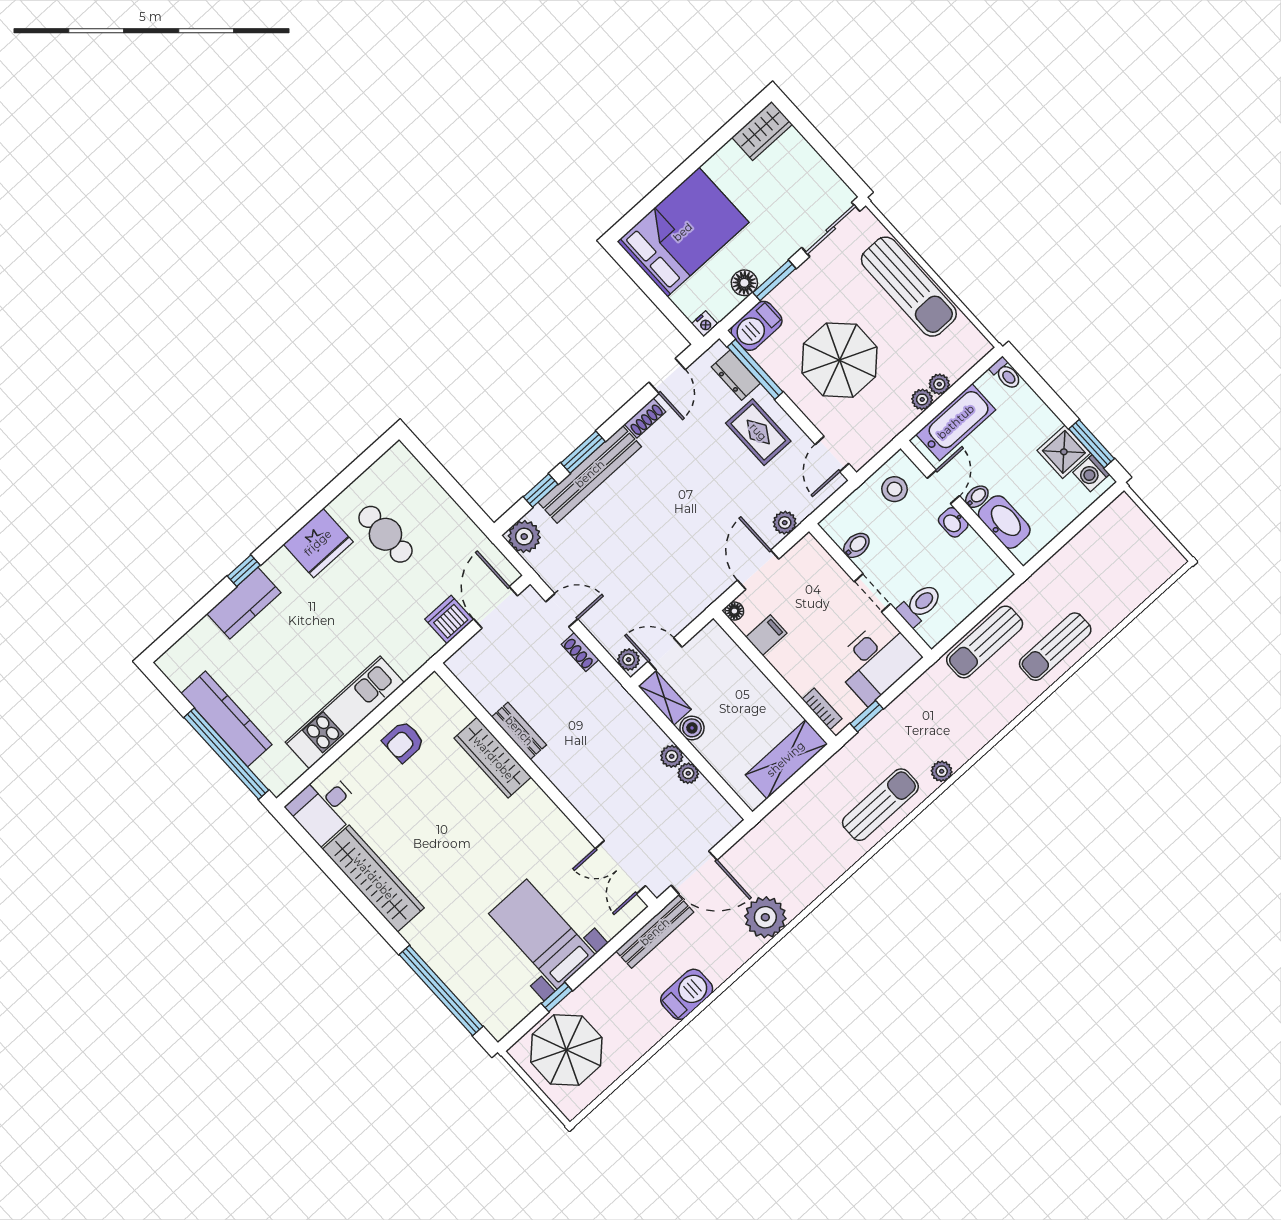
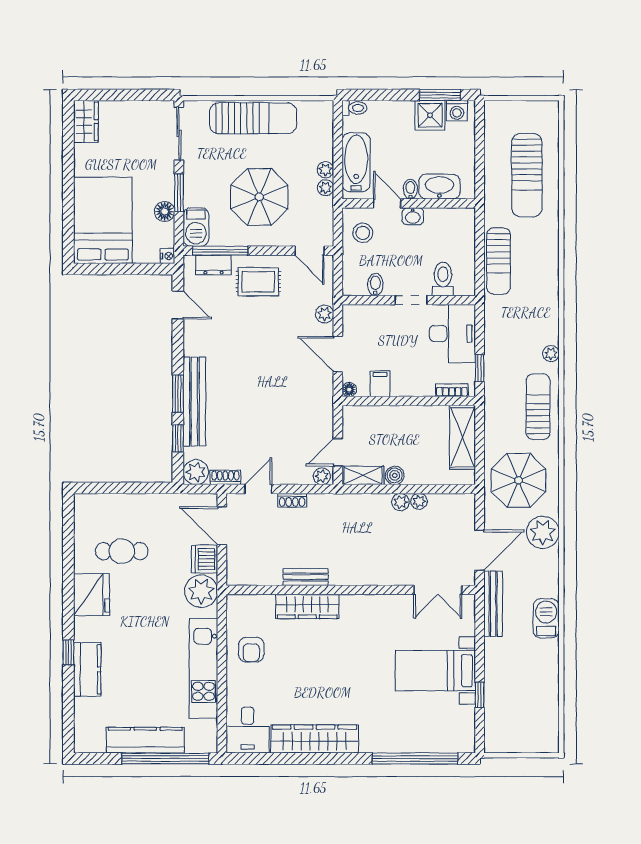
plant: (939, 384) -> (326, 188), moved
shoe rack: (645, 418) -> (225, 477), moved, turned -90
plant: (416, 644) -> (201, 591), added
sun lounger: (1055, 647) -> (527, 175), moved, width x1.36, depth x1.34
parasol: (566, 1050) -> (519, 480), moved

